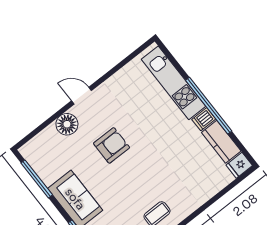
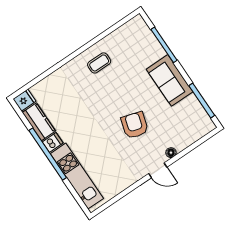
floor lamp: (67, 124) -> (171, 153), width x0.53, depth x0.53
armchair: (112, 145) -> (135, 125), turned 107

